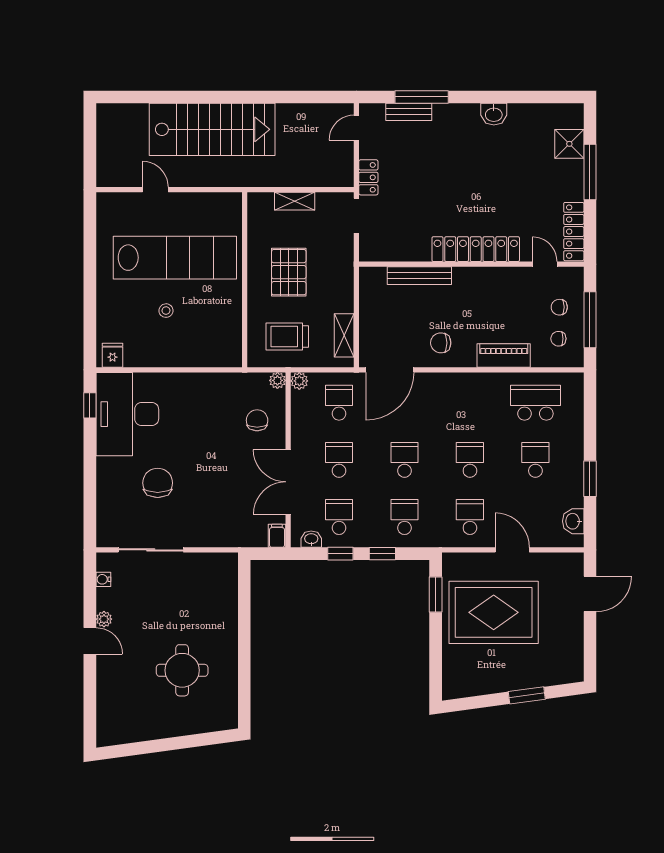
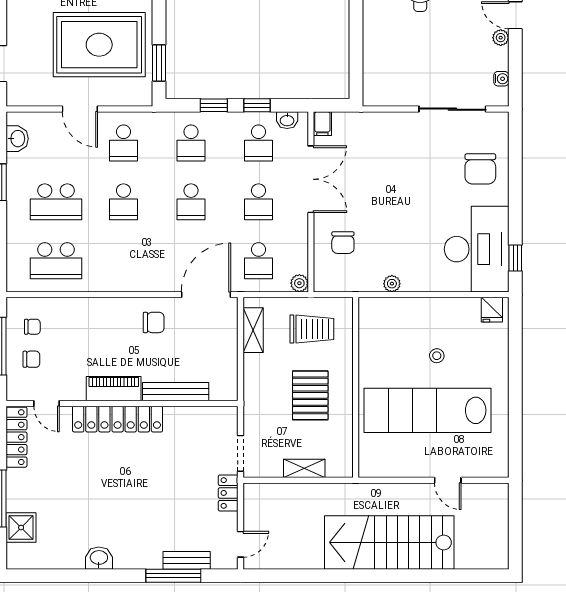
piano: (504, 355) -> (114, 389), moved, turned 180
plant: (277, 380) -> (392, 284), moved
school desk: (535, 460) -> (56, 202), width x1.85
chair: (158, 483) -> (480, 169), moved

